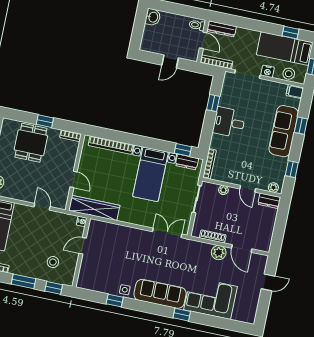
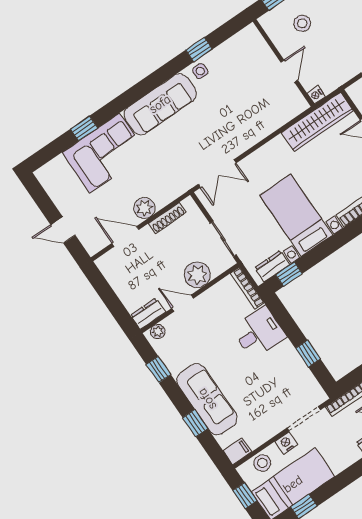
desk: (229, 122) -> (259, 333), moved
plant: (223, 190) -> (197, 275), width x1.87, depth x1.87
door: (268, 282) -> (63, 230), hinge flipped
window: (182, 315) -> (84, 128), moved

